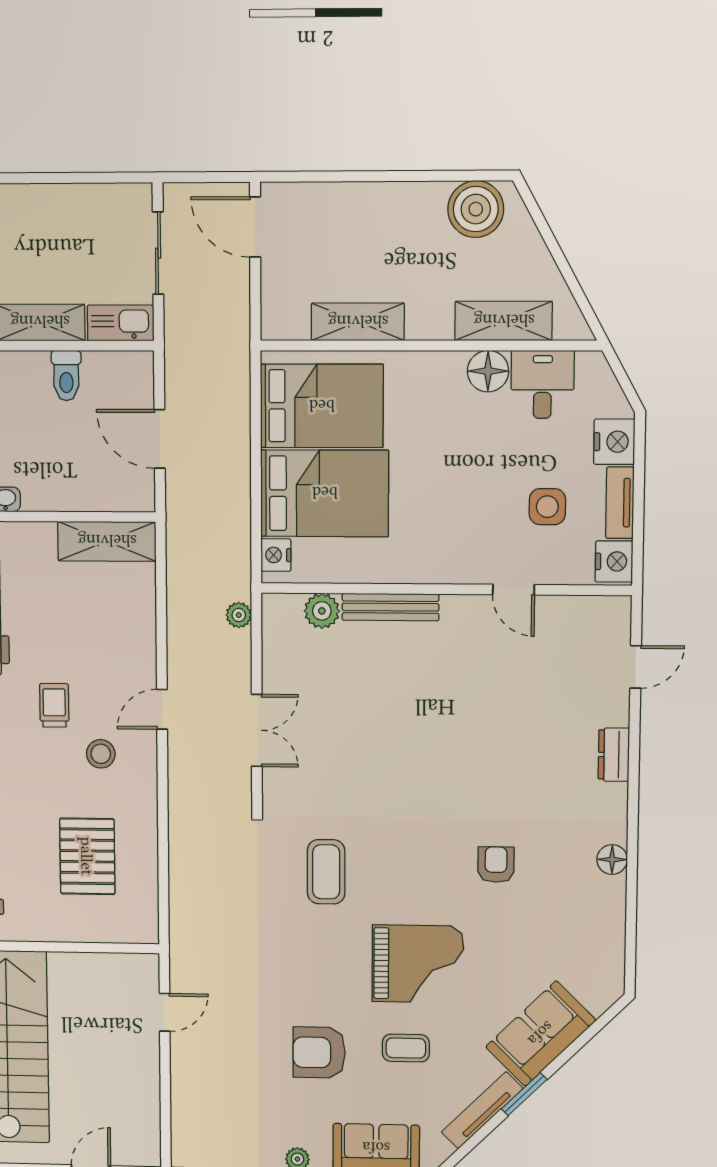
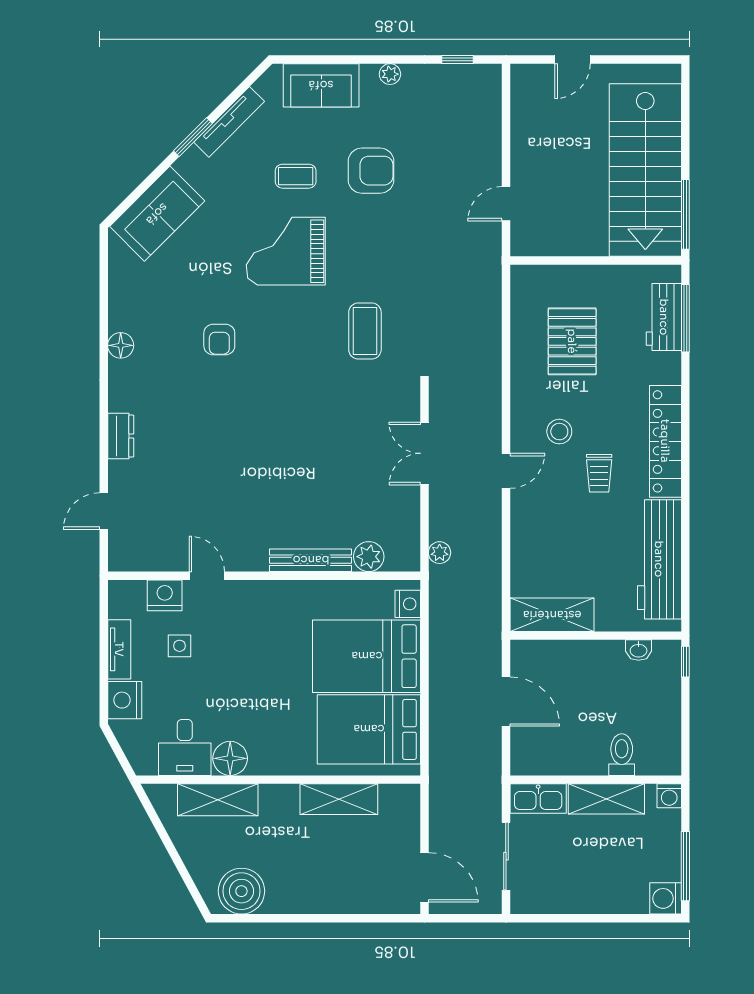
toilet: (66, 376) -> (622, 755), moved
side table: (547, 507) -> (180, 646), width x0.73, depth x0.73
nightstand: (614, 561) -> (165, 595), moved, turned 90
sofa: (541, 1034) -> (157, 214), moved

